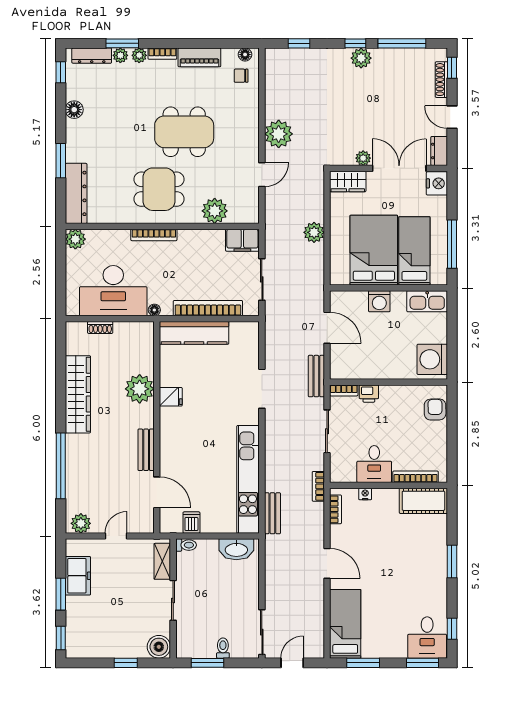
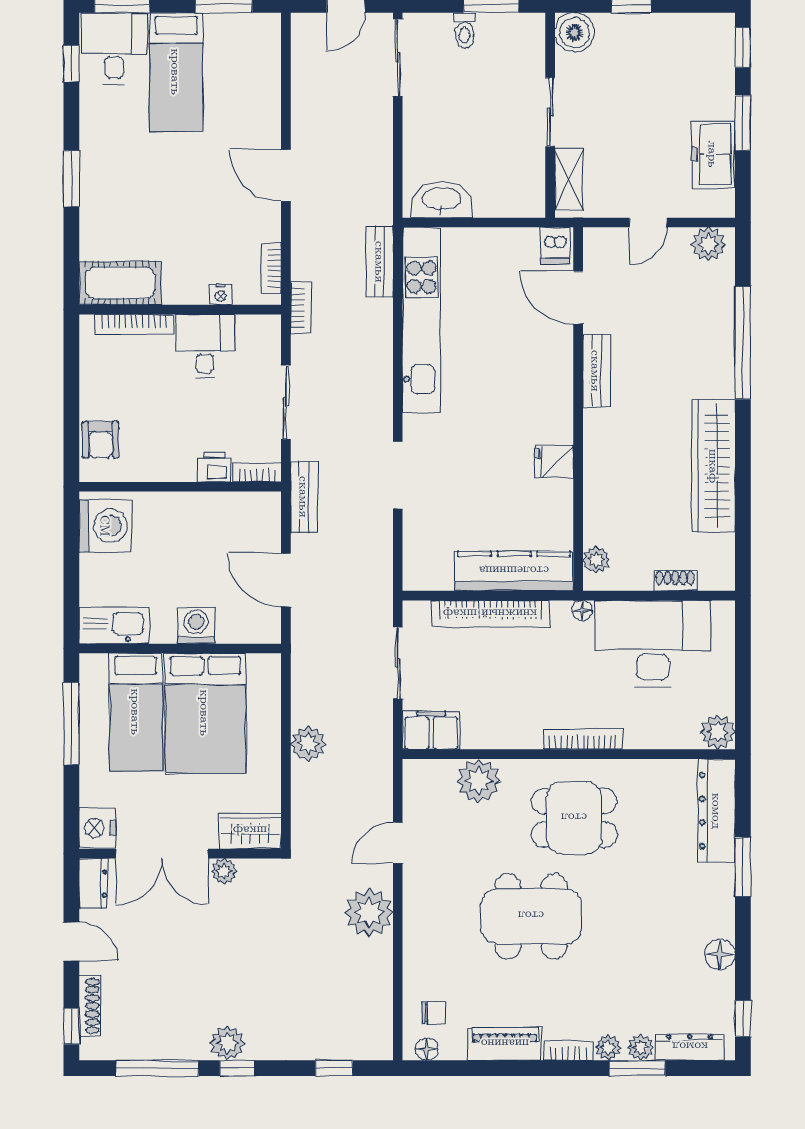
plant: (140, 389) -> (596, 560), moved, width x0.53, depth x0.53
dishwasher: (191, 523) -> (555, 246), moved
toilet: (186, 545) -> (528, 207), removed
bed: (345, 624) -> (176, 72), moved

